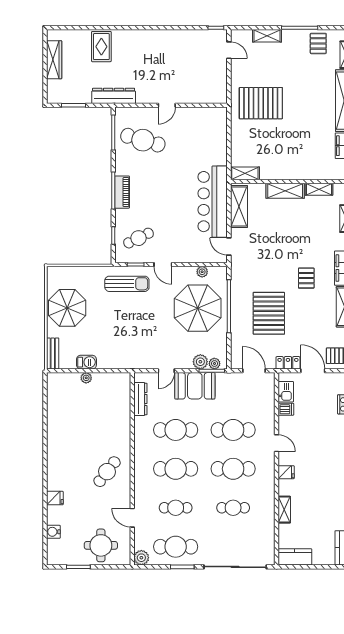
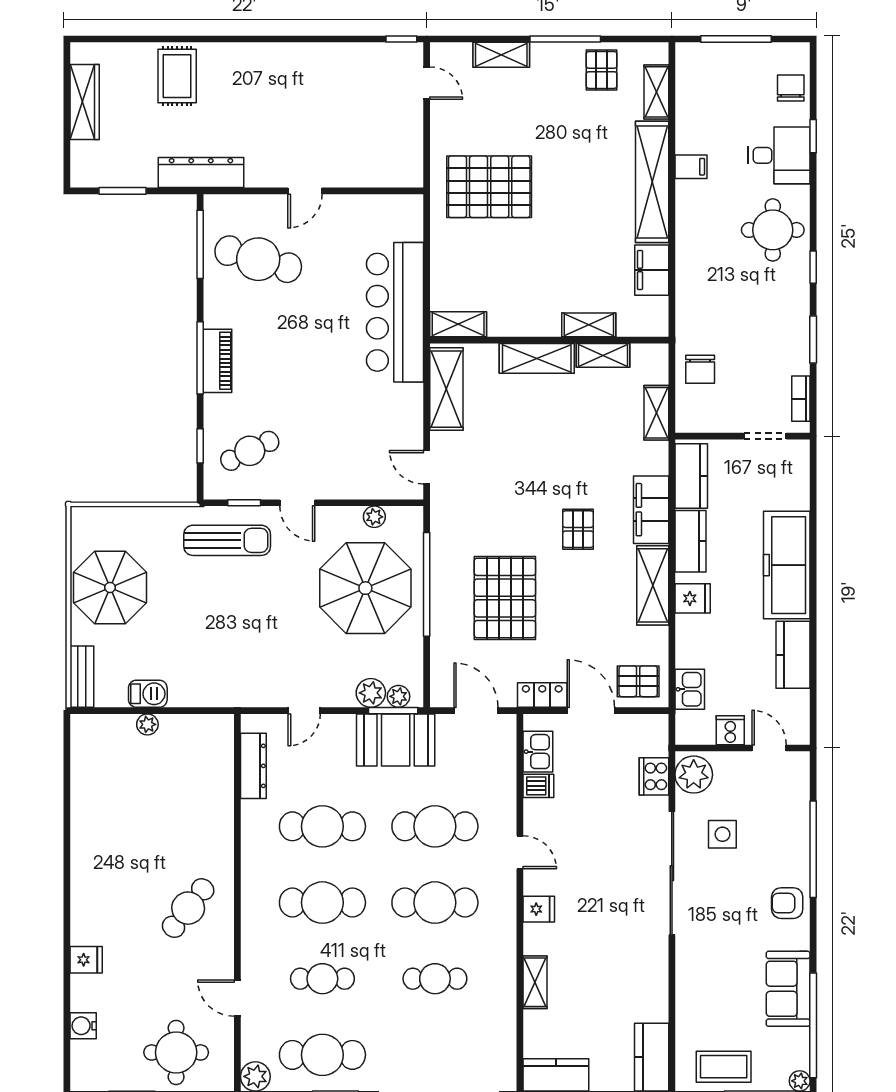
shelving: (312, 174) -> (589, 325), added
bar counter: (213, 202) -> (395, 312), moved
booth: (195, 386) -> (396, 740), moved

